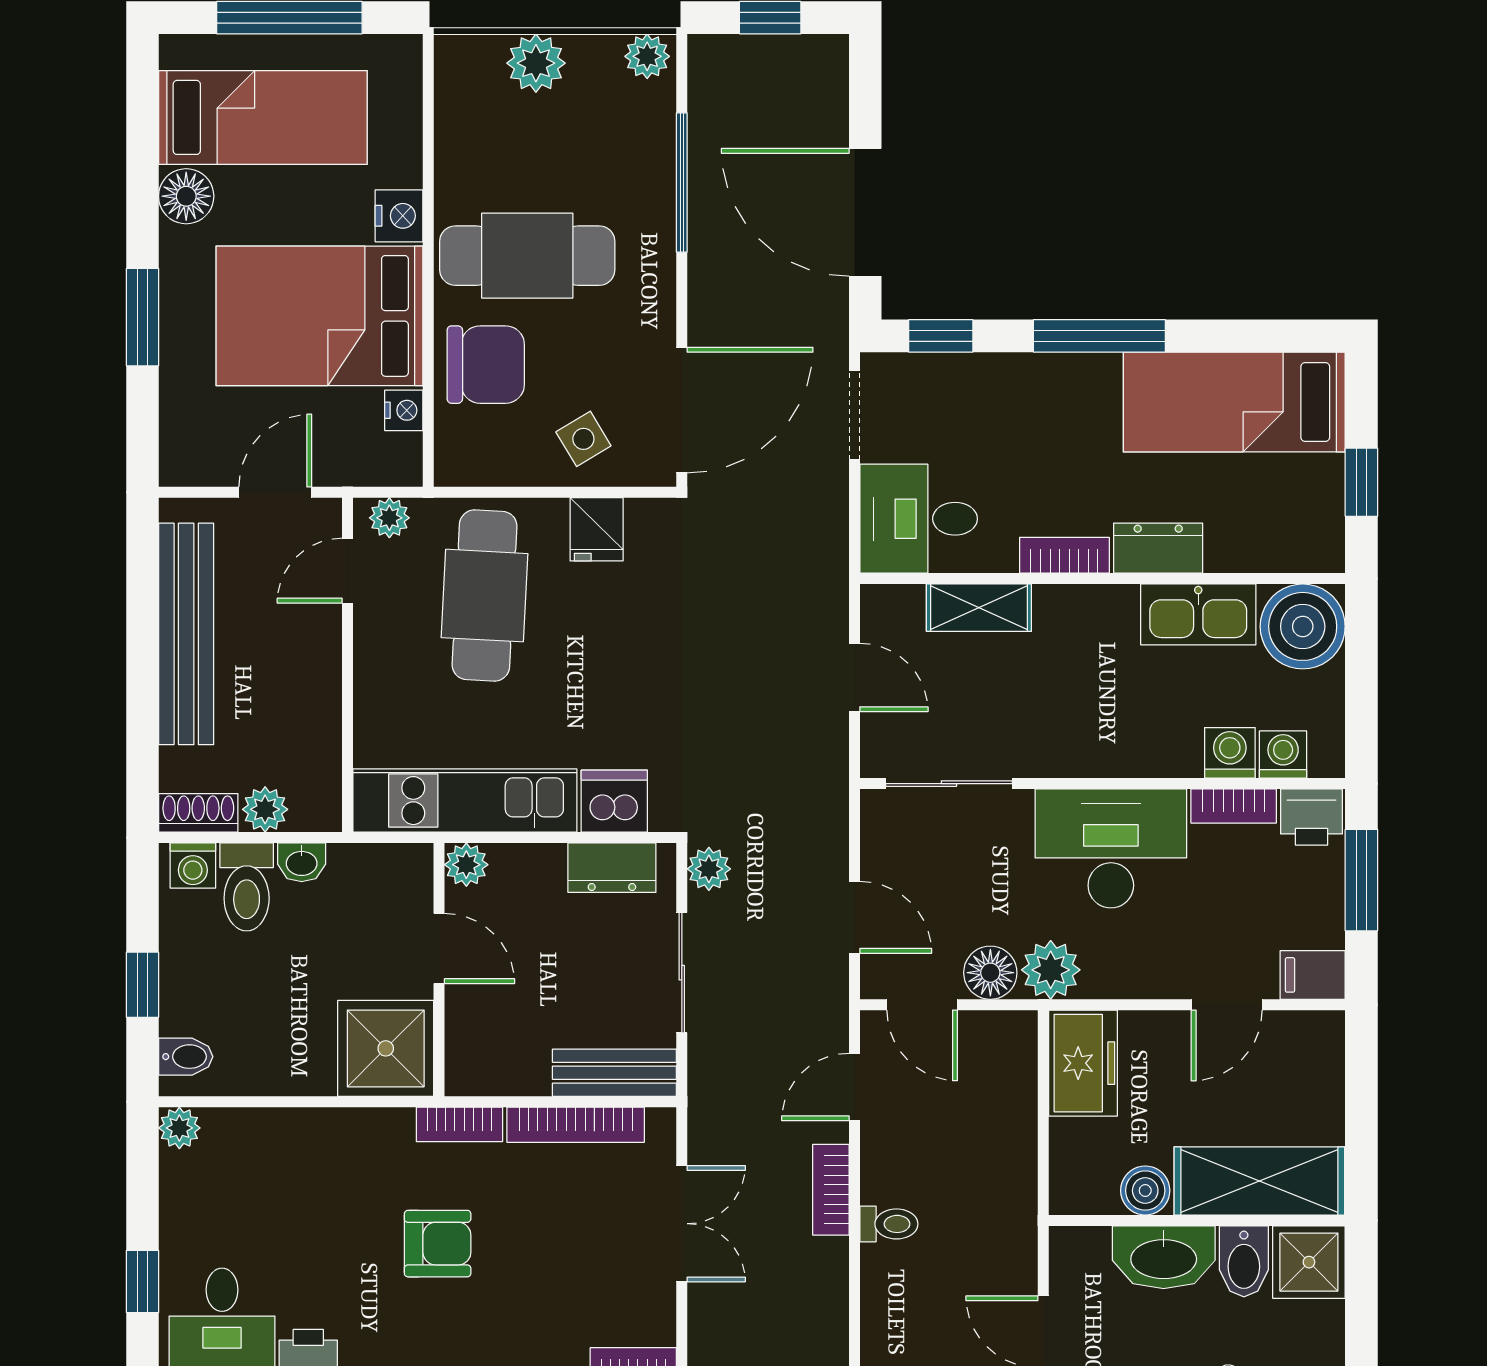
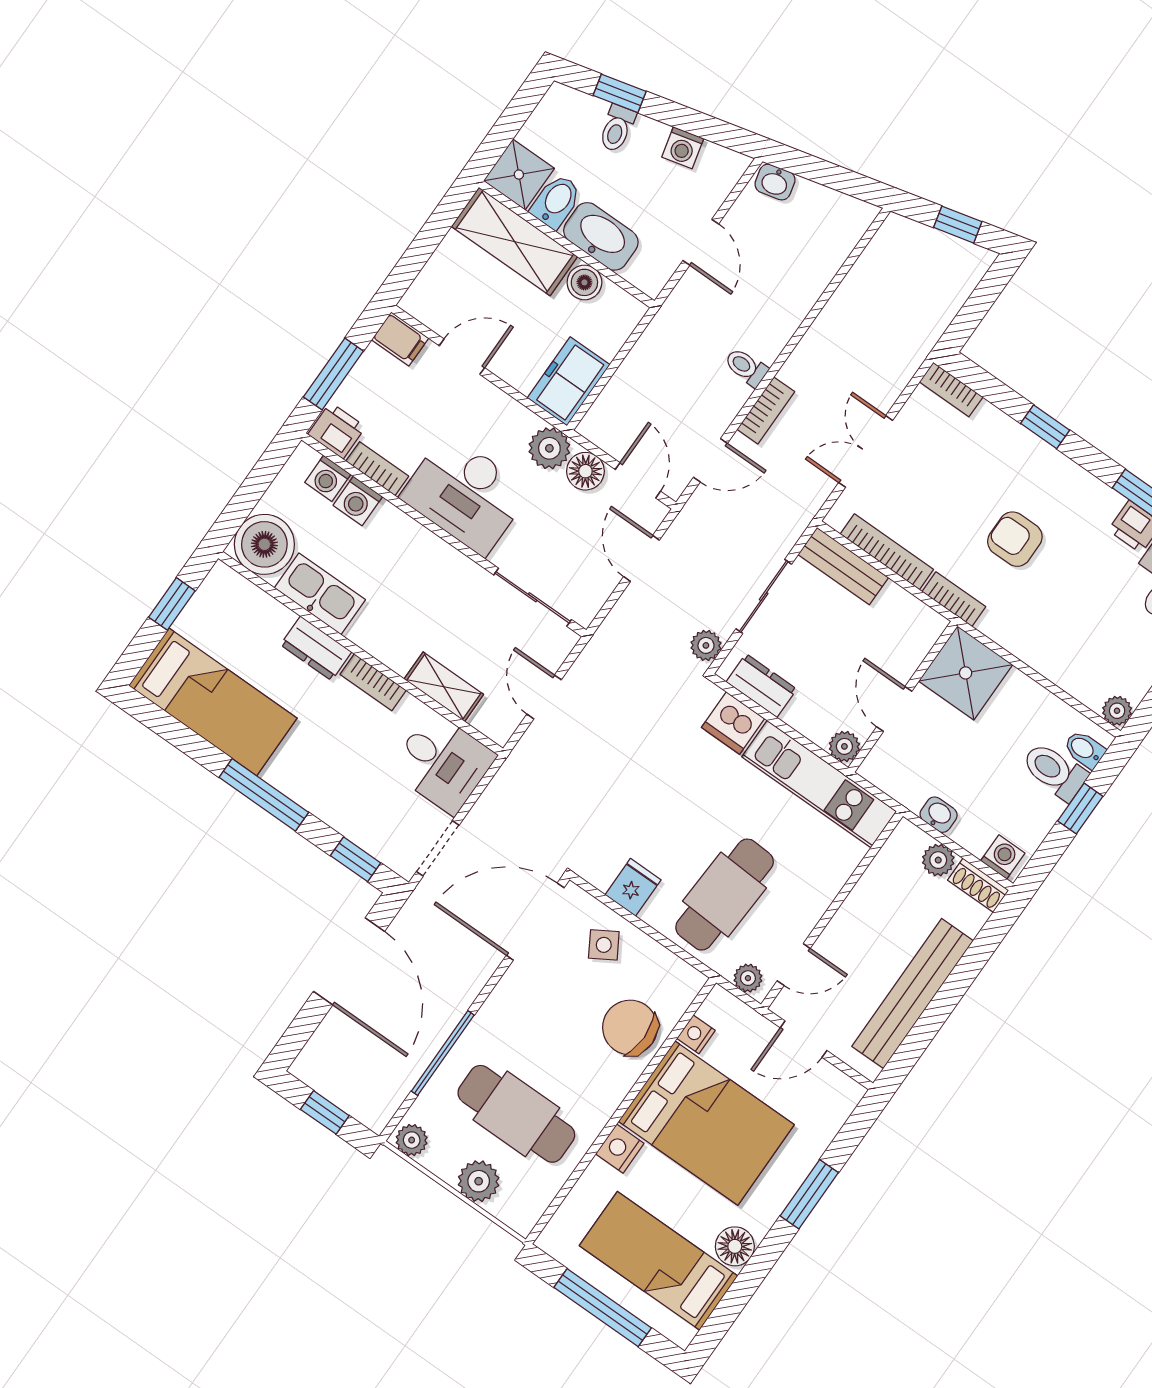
cafe table: (527, 256) -> (516, 1114), moved
toilet: (247, 887) -> (1055, 771), moved, turned -90

